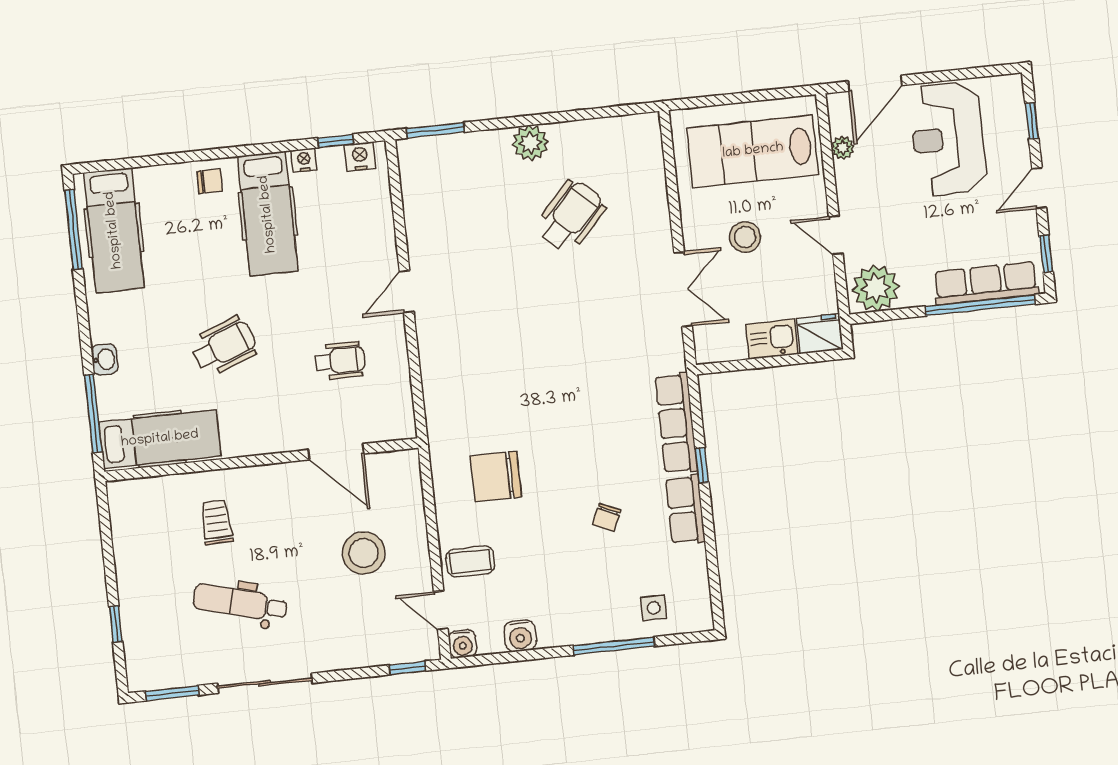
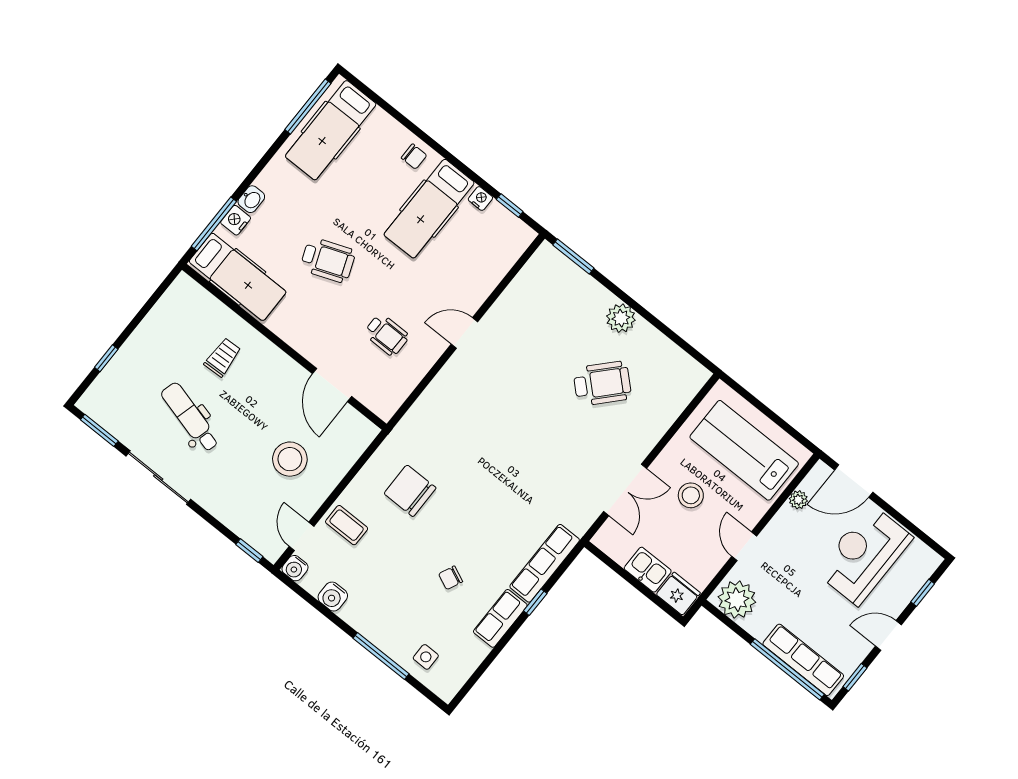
nightstand: (360, 157) -> (236, 220), moved, turned -90

